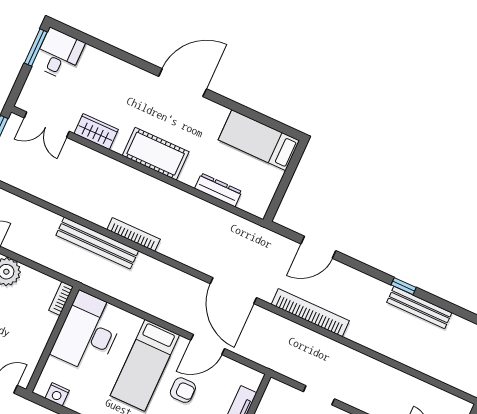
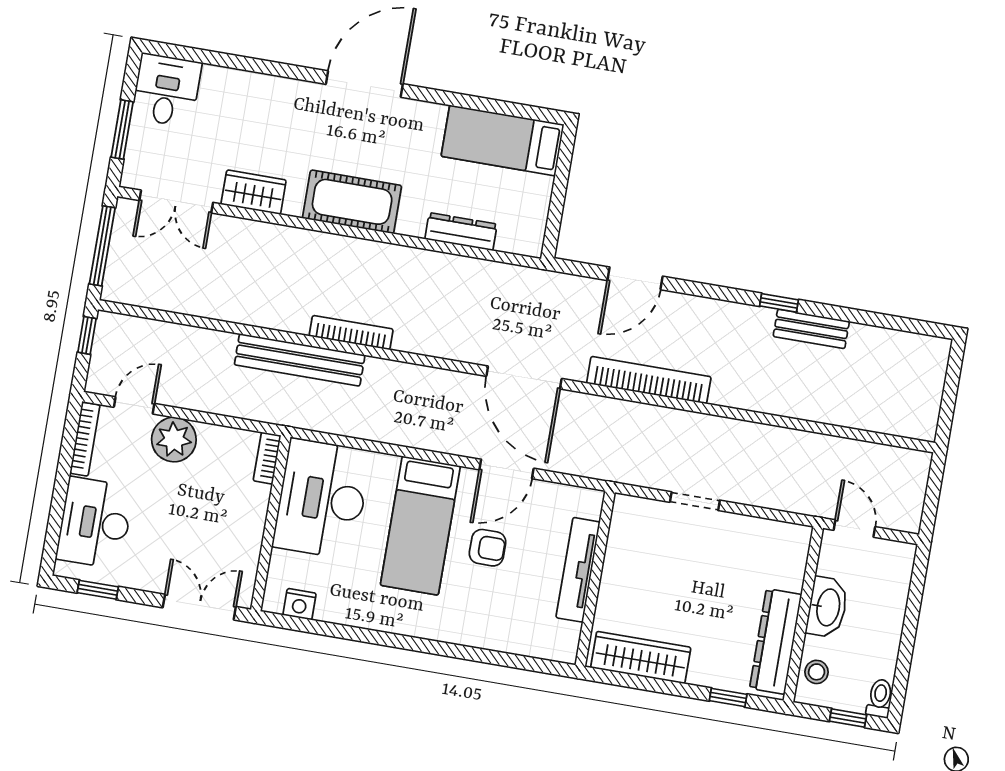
window: (36, 48) -> (122, 130), moved
bench: (419, 307) -> (811, 329), width x0.73

